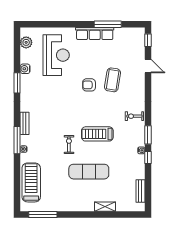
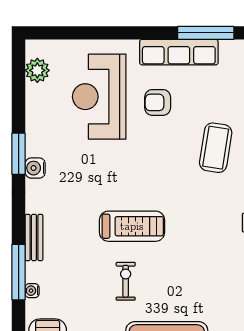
reception desk: (56, 55) -> (99, 97), turned 180
water cooler: (25, 69) -> (35, 168), moved
armchair: (89, 85) -> (158, 102), moved
treadmill: (97, 134) -> (132, 226), moved, turned 180

